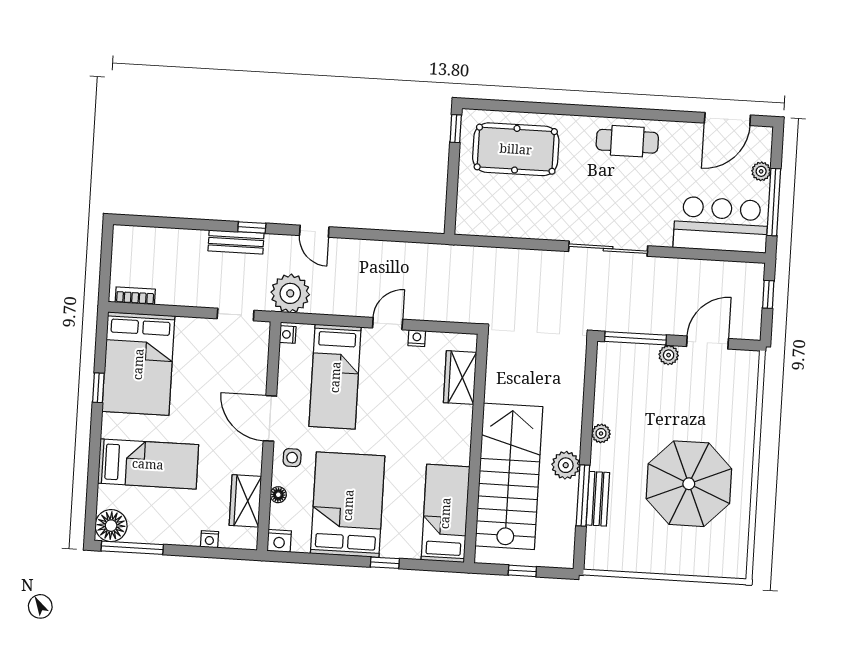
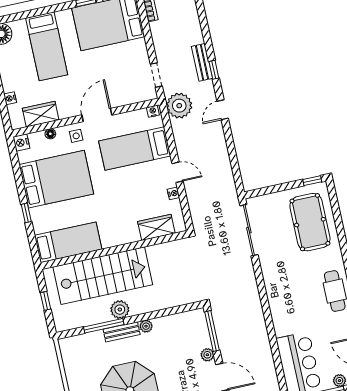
sliding door: (608, 249) -> (249, 230), moved
bench: (598, 499) -> (122, 332), moved

